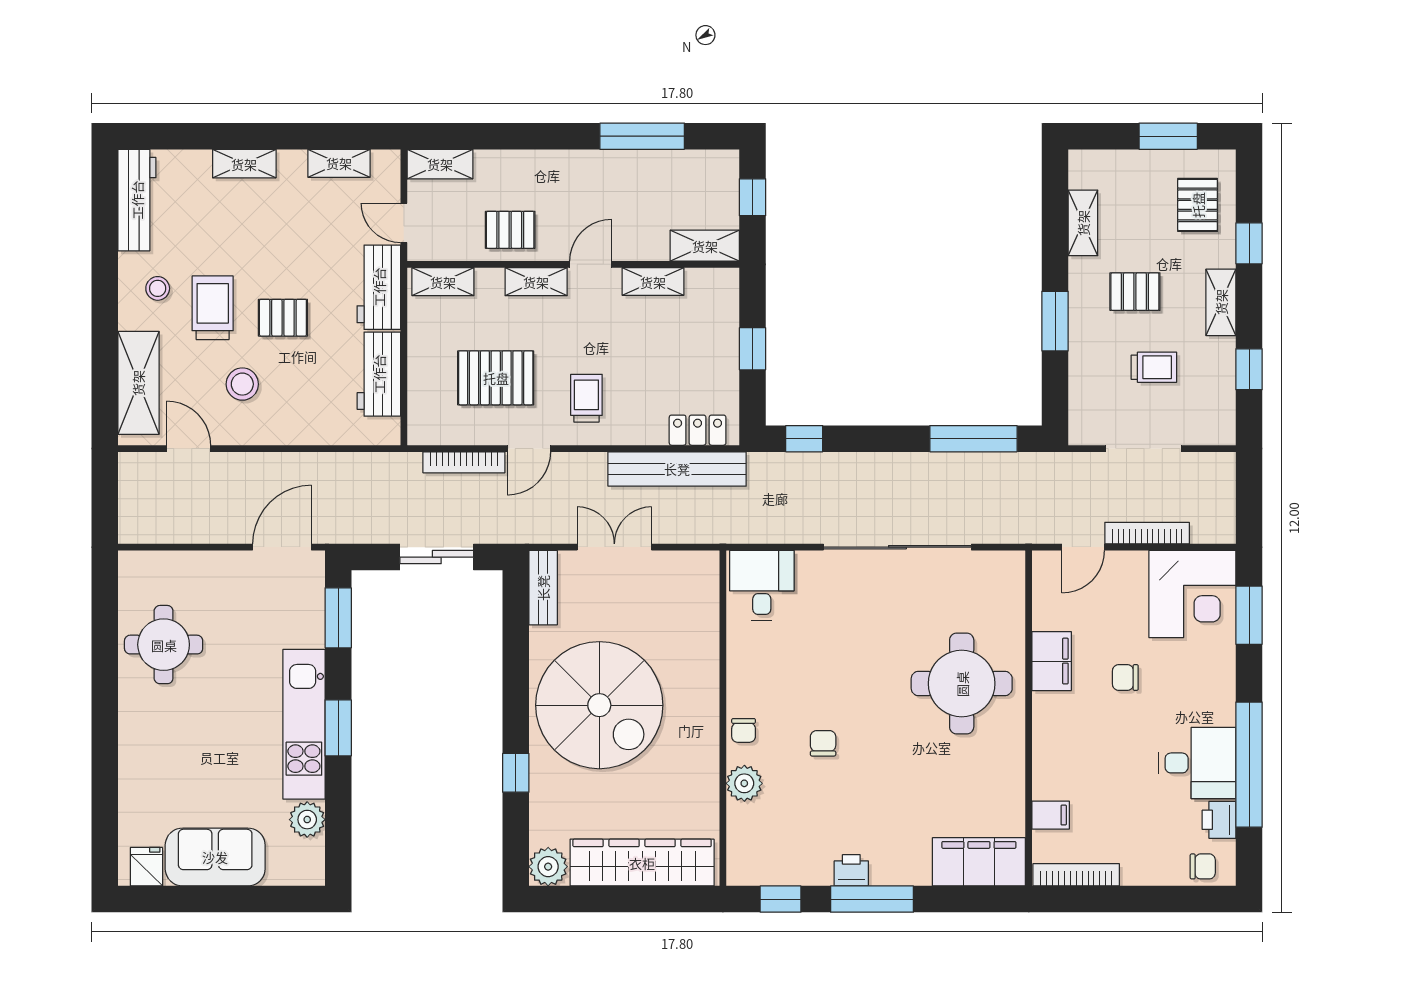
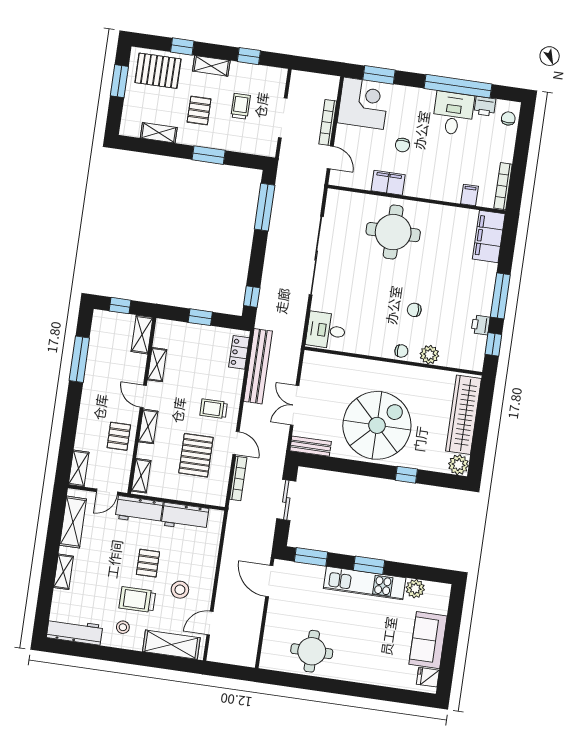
shelving: (339, 163) -> (73, 522), width x1.50, depth x1.33
pallet: (1198, 205) -> (158, 71), width x1.50, depth x1.42
printer: (851, 870) -> (481, 325), moved

